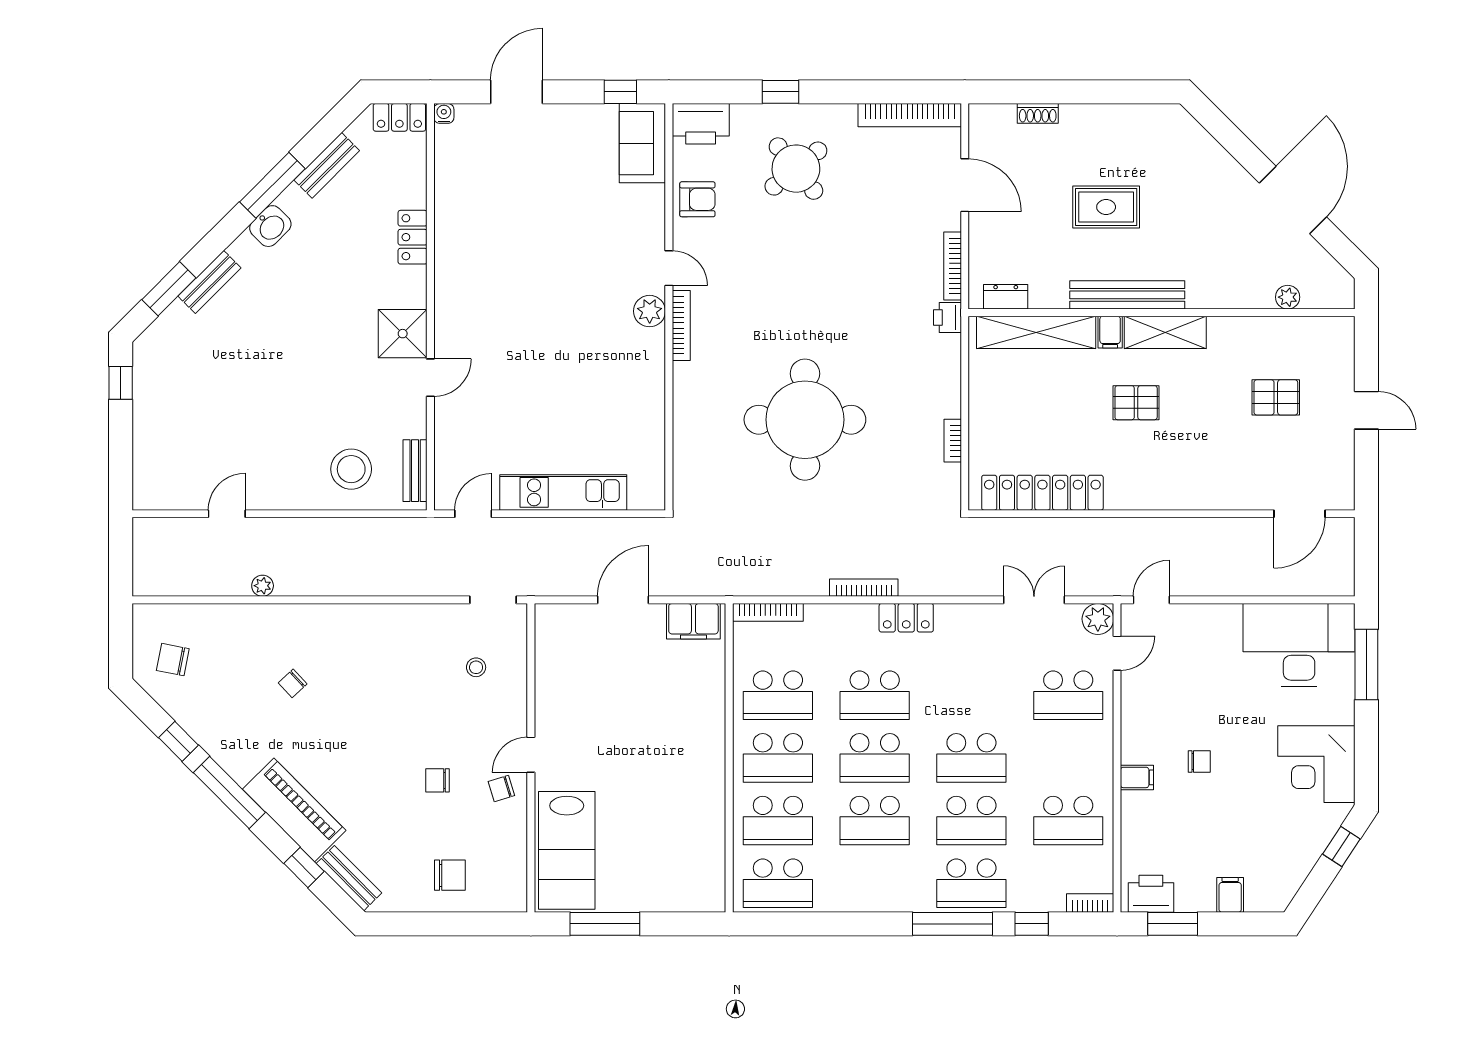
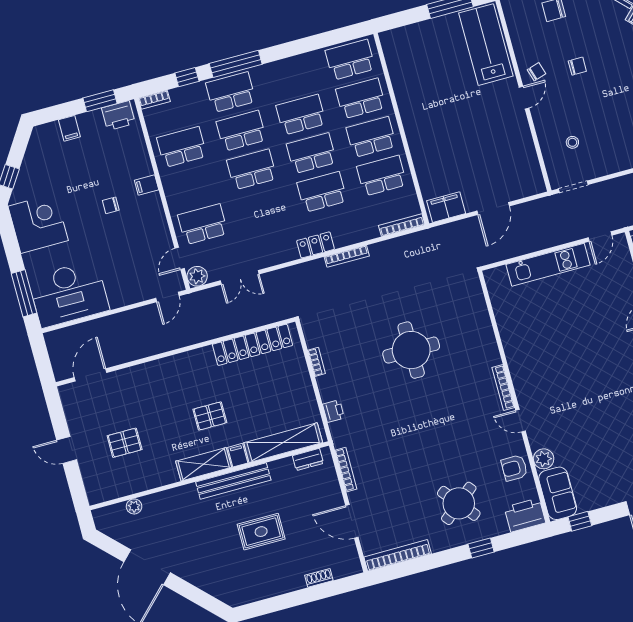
plant: (650, 311) -> (544, 459), moved
printer: (948, 317) -> (333, 411), moved
round table: (805, 420) -> (411, 350), width x0.73, depth x0.73

